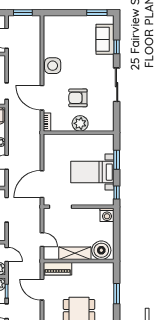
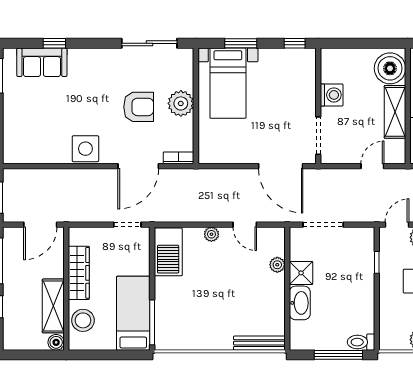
sliding door: (117, 85) -> (149, 43), moved
armchair: (78, 98) -> (139, 107), turned -90
bed with nightstands: (92, 172) -> (228, 83), moved
washing machine: (107, 215) -> (332, 95), moved

